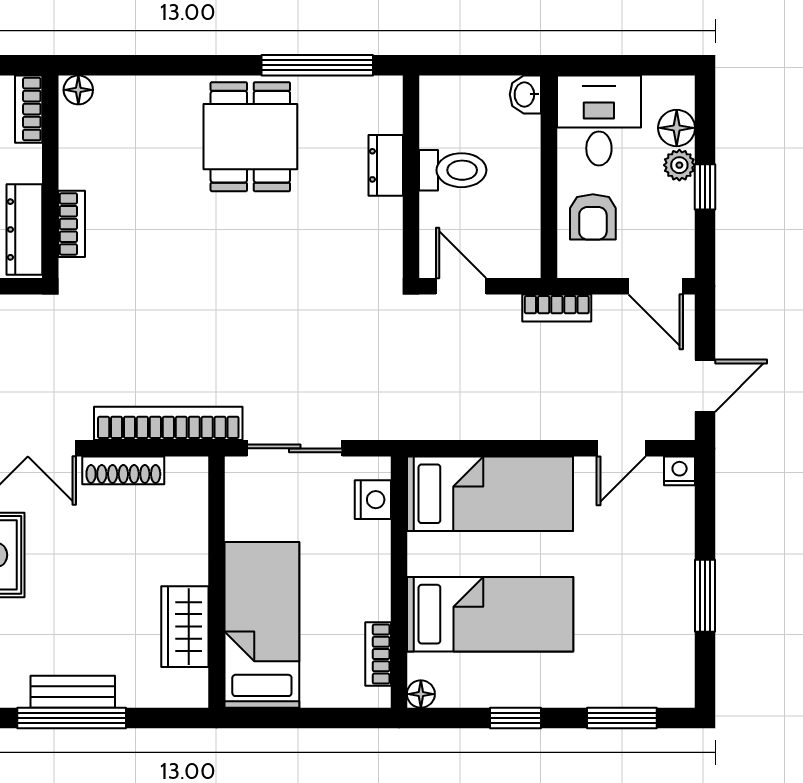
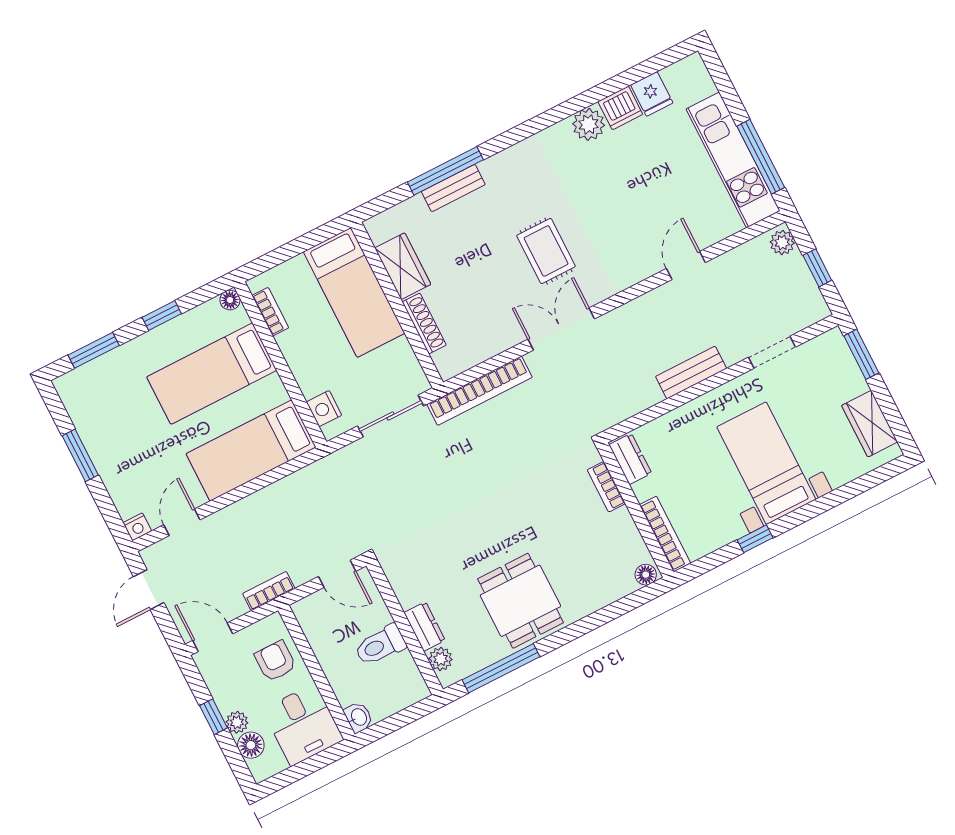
bookcase: (29, 109) -> (665, 534), width x1.56
plant: (386, 115) -> (441, 659), added
dresser: (24, 229) -> (630, 459), width x0.70
shoe rack: (123, 470) -> (424, 323), moved, turned 90

